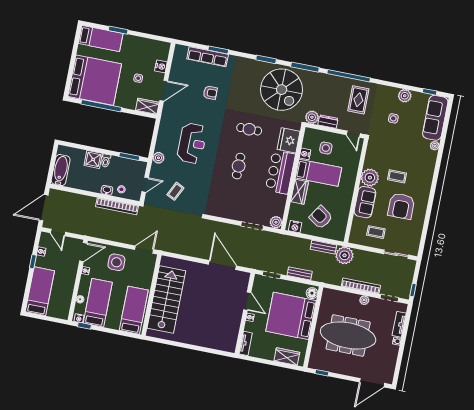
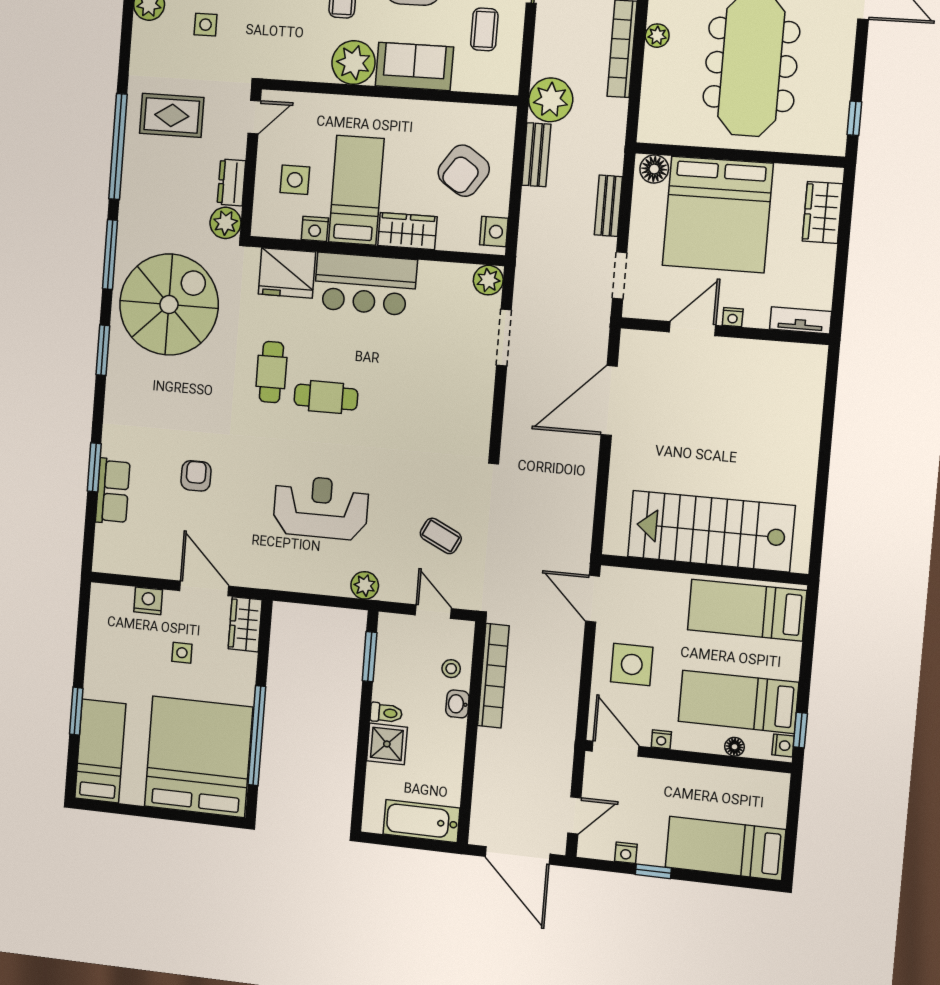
row of seats: (208, 57) -> (113, 491), width x0.68
cafe table: (239, 166) -> (326, 397), moved

